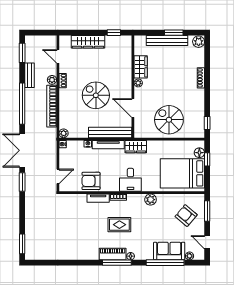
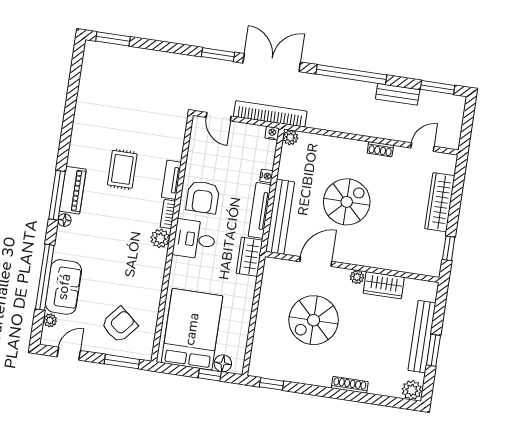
plant: (52, 80) -> (384, 131), removed
bookcase: (52, 106) -> (270, 114), moved
spiral stairs: (169, 120) -> (314, 320), moved, turned 180
armchair: (91, 181) -> (203, 197), moved, turned 180
plant: (151, 200) -> (160, 238), moved
rug: (119, 225) -> (122, 169), moved

